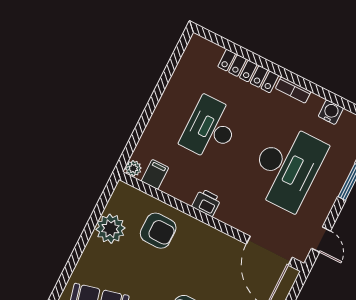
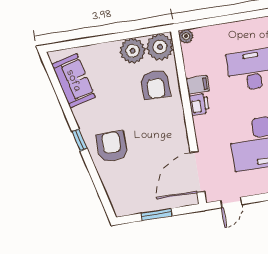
filing cabinet: (155, 174) -> (198, 85), moved
plant: (126, 200) -> (160, 47), added

